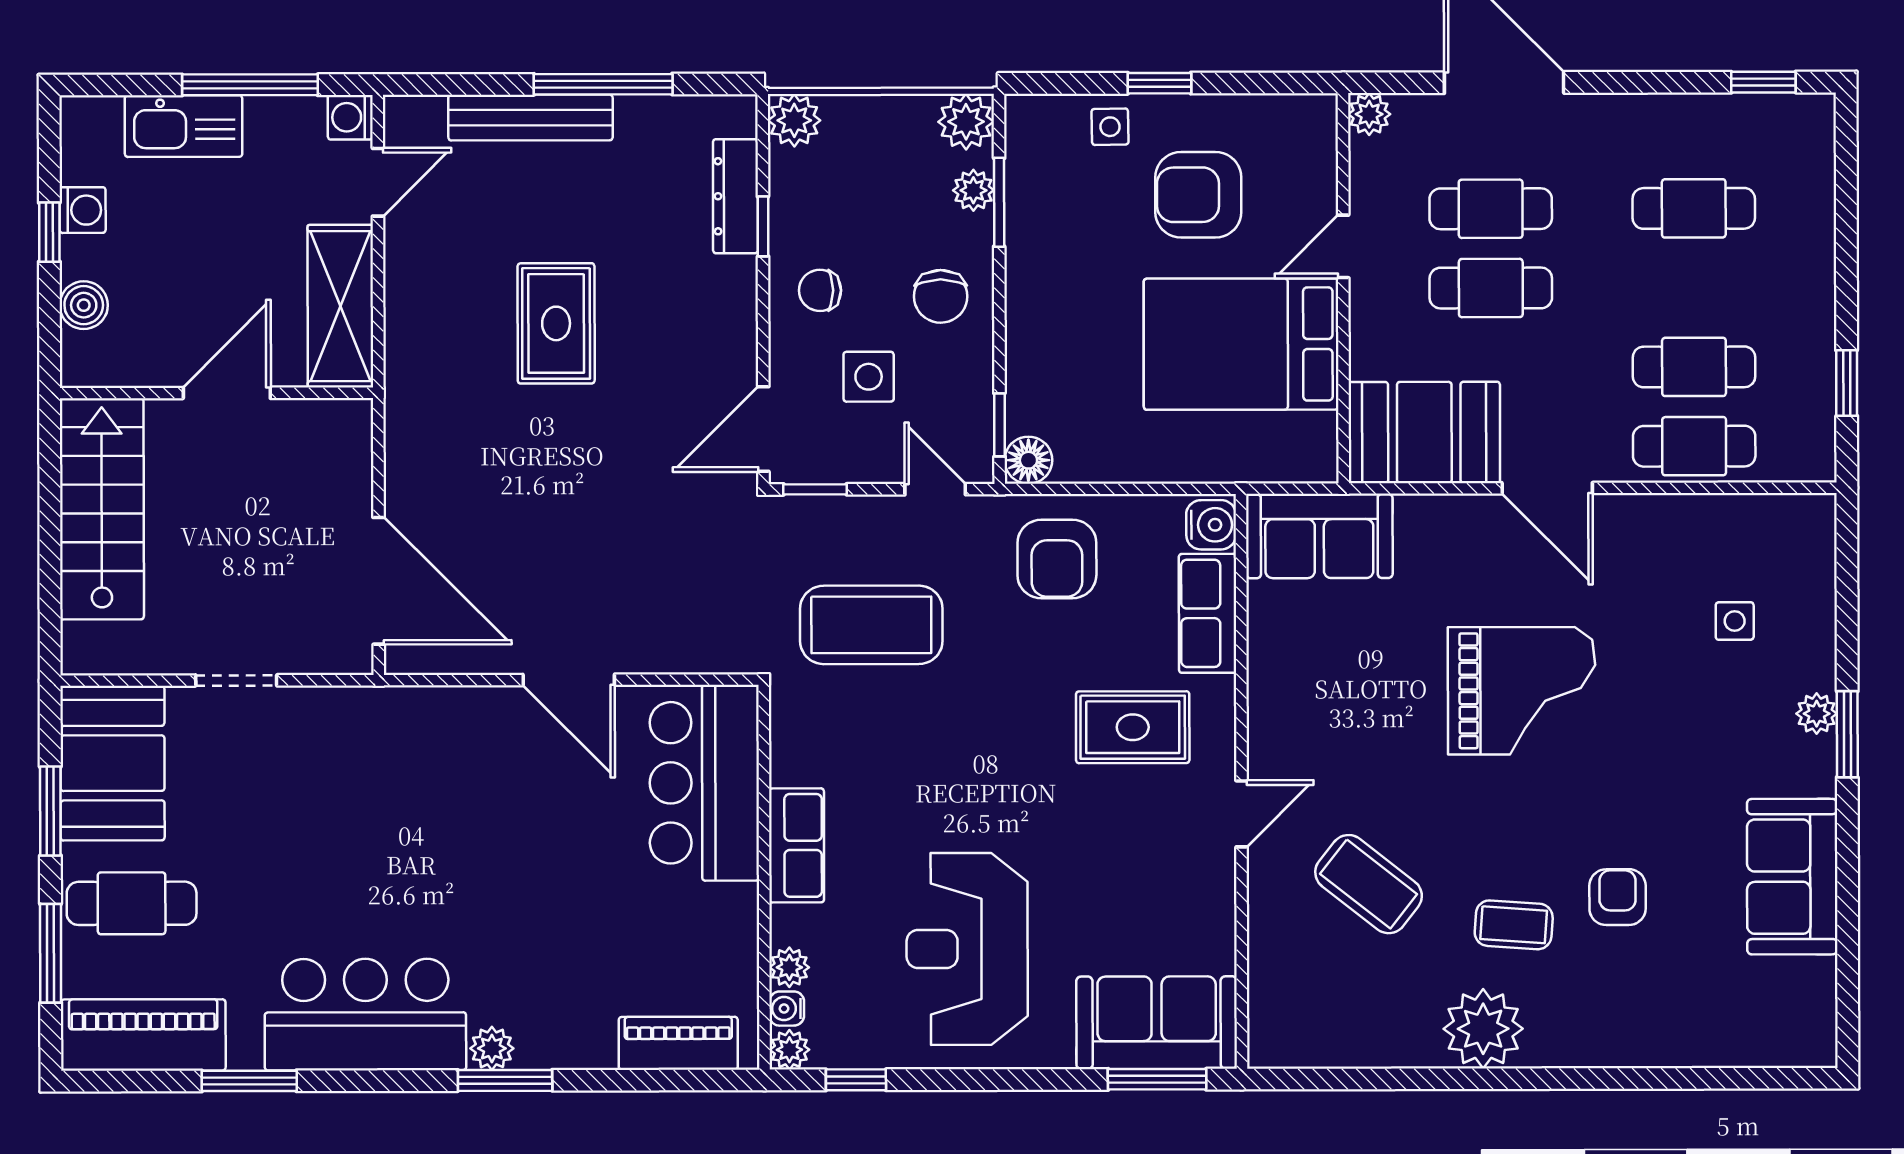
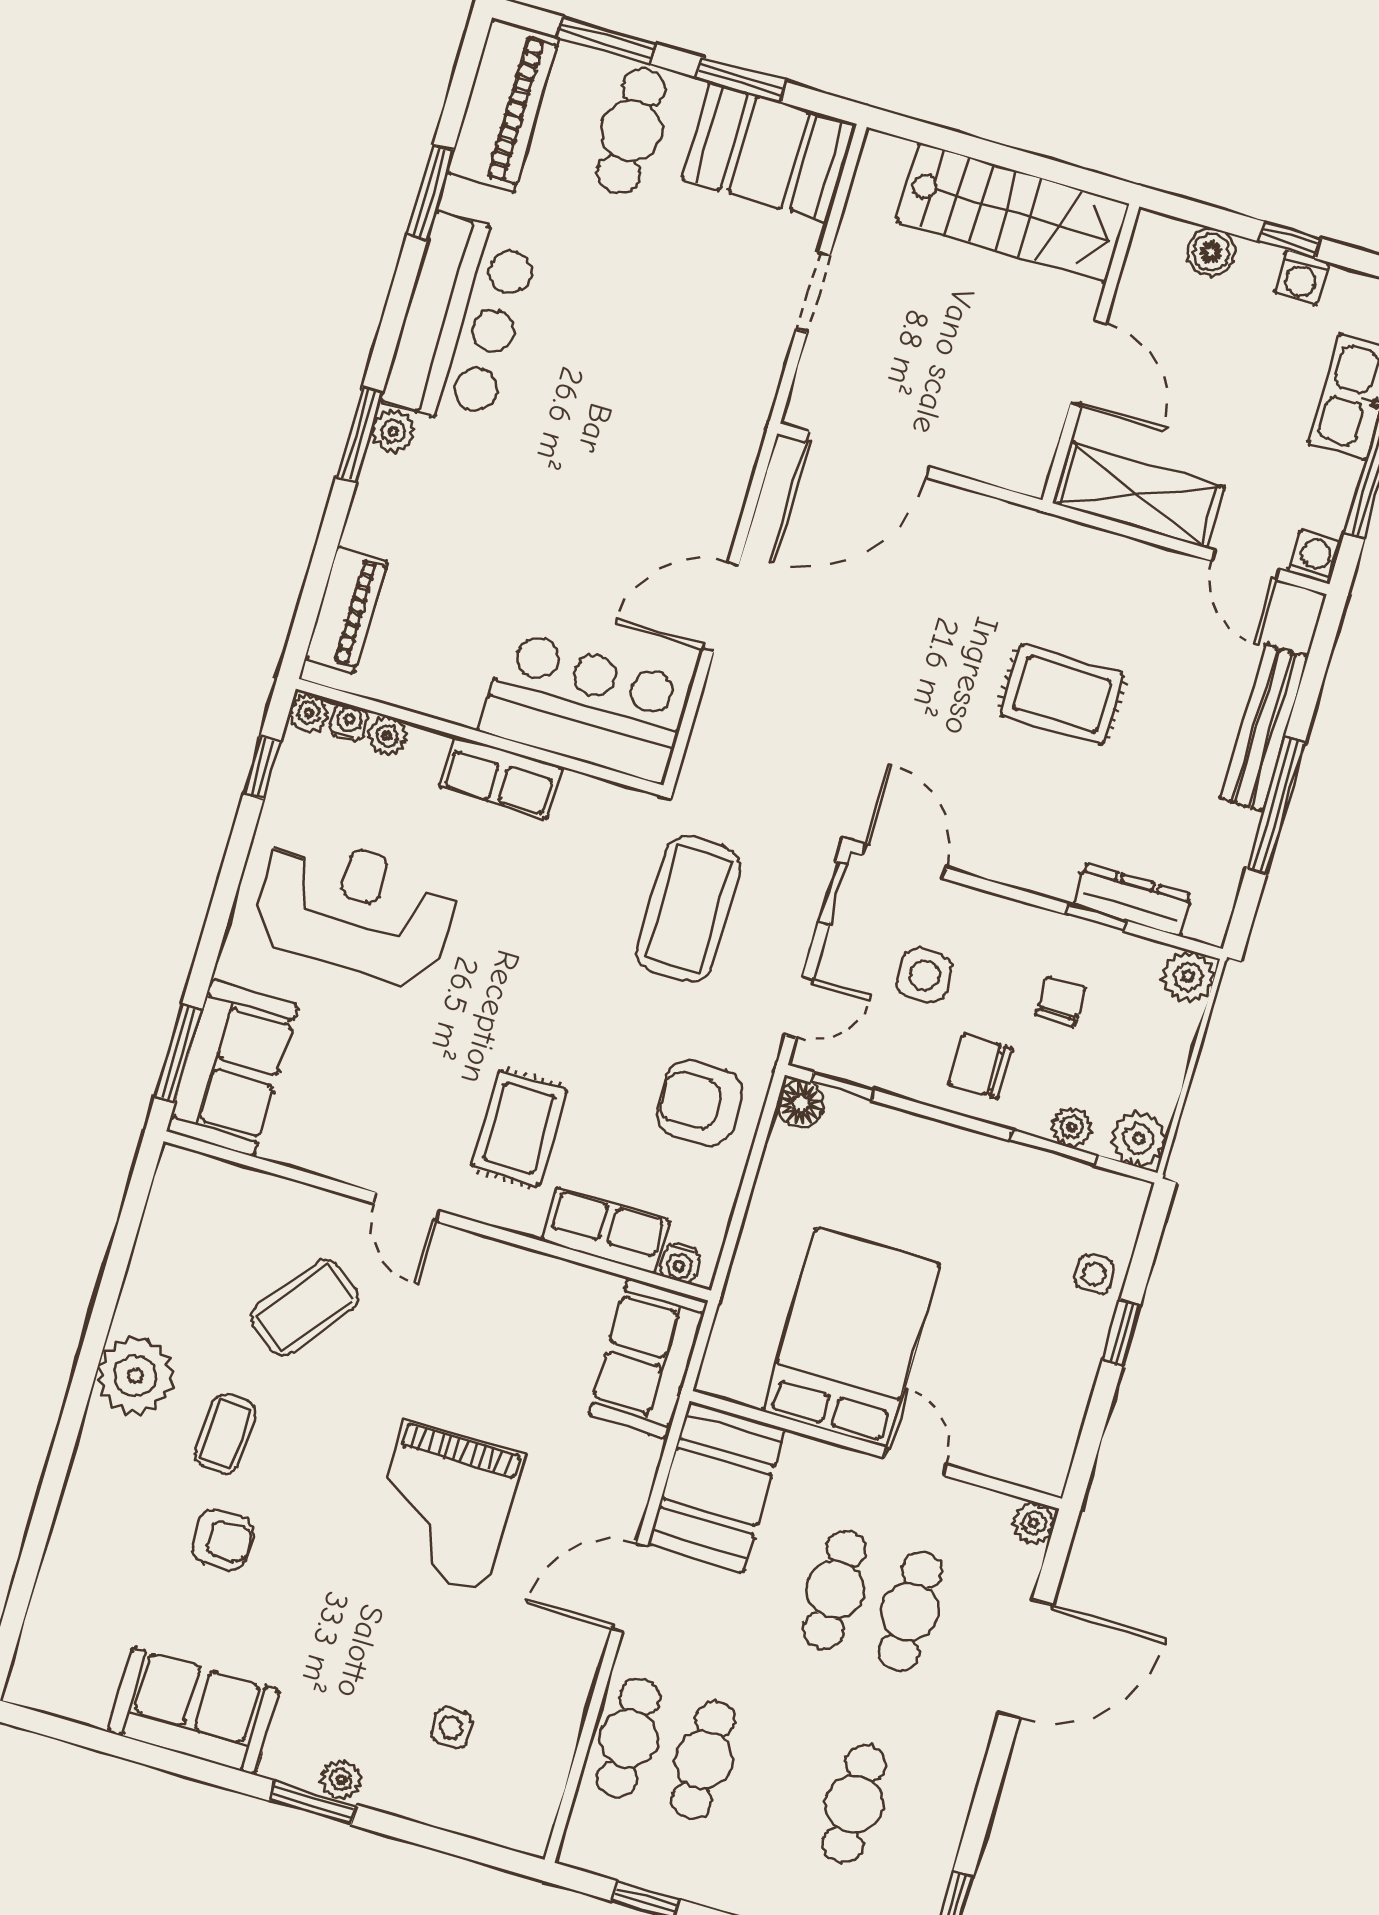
armchair: (1198, 195) -> (1005, 1339), removed
chair: (820, 290) -> (1060, 1002), moved
water cooler: (1211, 525) -> (680, 1263), width x0.72, depth x0.72

